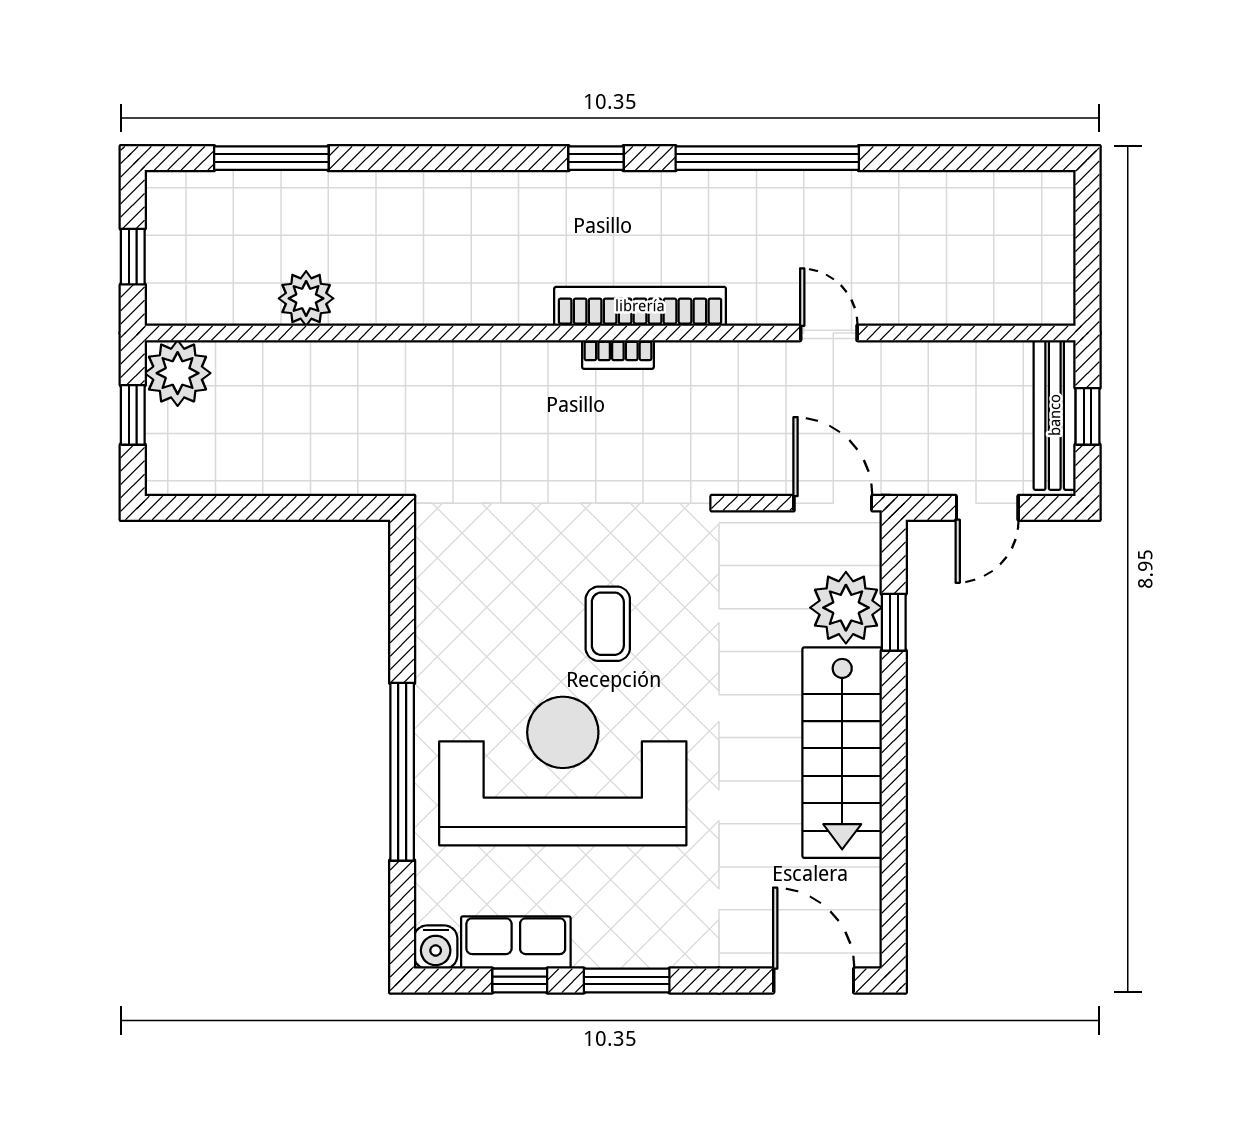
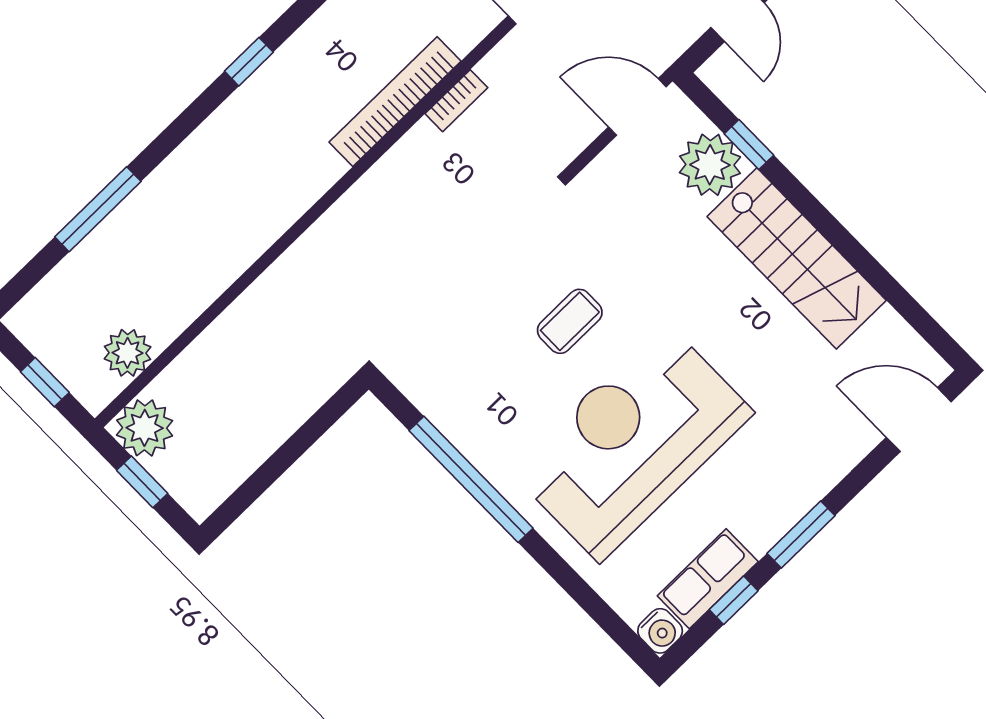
window: (271, 158) -> (98, 209), moved
window: (596, 158) -> (249, 62), moved
plant: (306, 298) -> (128, 353), moved
bookcase: (618, 354) -> (456, 101), moved
coffee table: (608, 624) -> (570, 321), turned 90
window: (402, 772) -> (471, 479), moved

